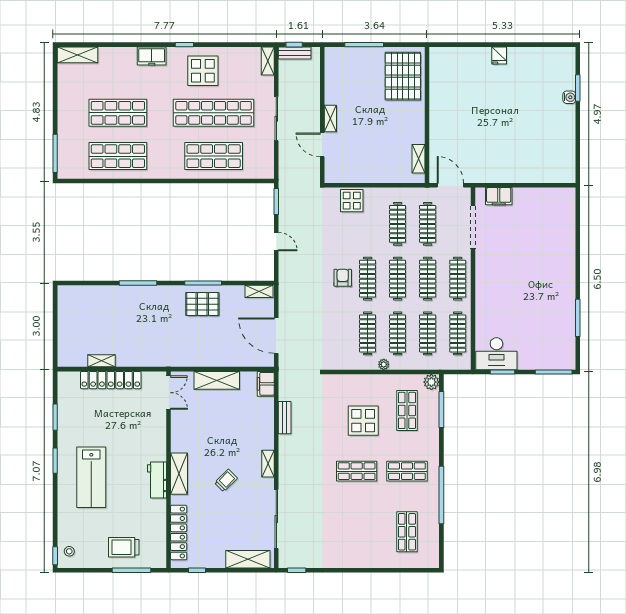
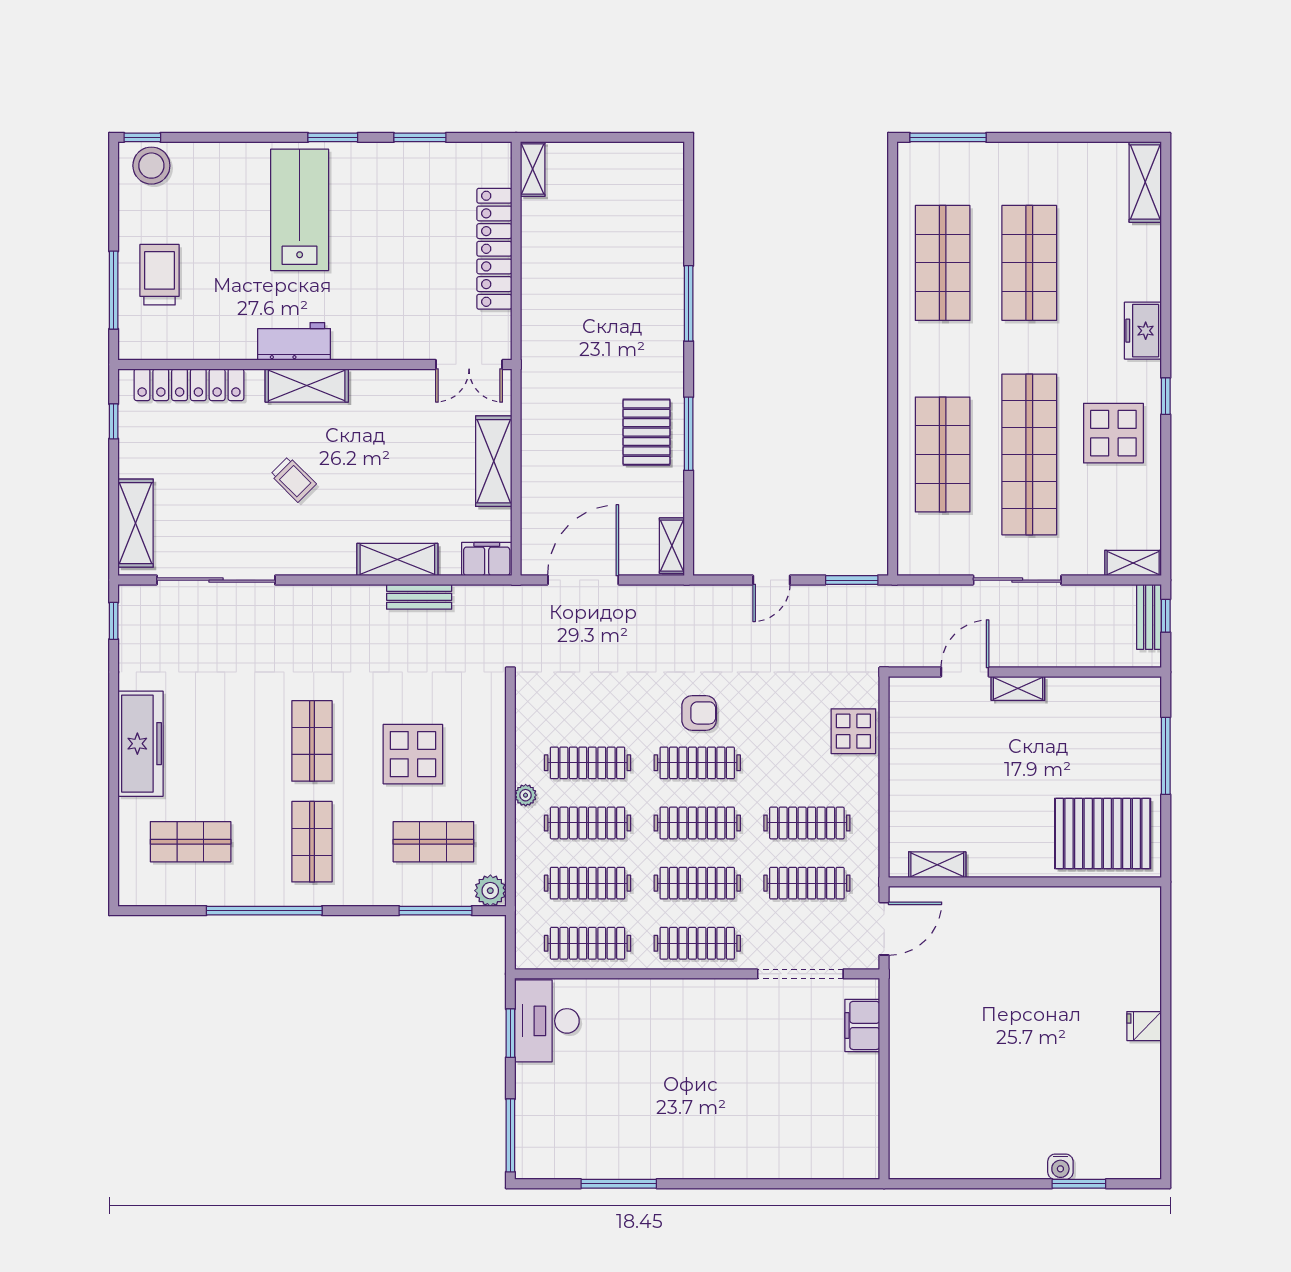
shelving: (102, 361) -> (533, 169), moved
shelving: (268, 464) -> (397, 560), moved, width x1.50, depth x1.33
lab bench: (91, 477) -> (300, 210), turned 90
stool: (69, 551) -> (151, 166), width x1.89, depth x1.89
freezer: (358, 557) -> (141, 744), added

